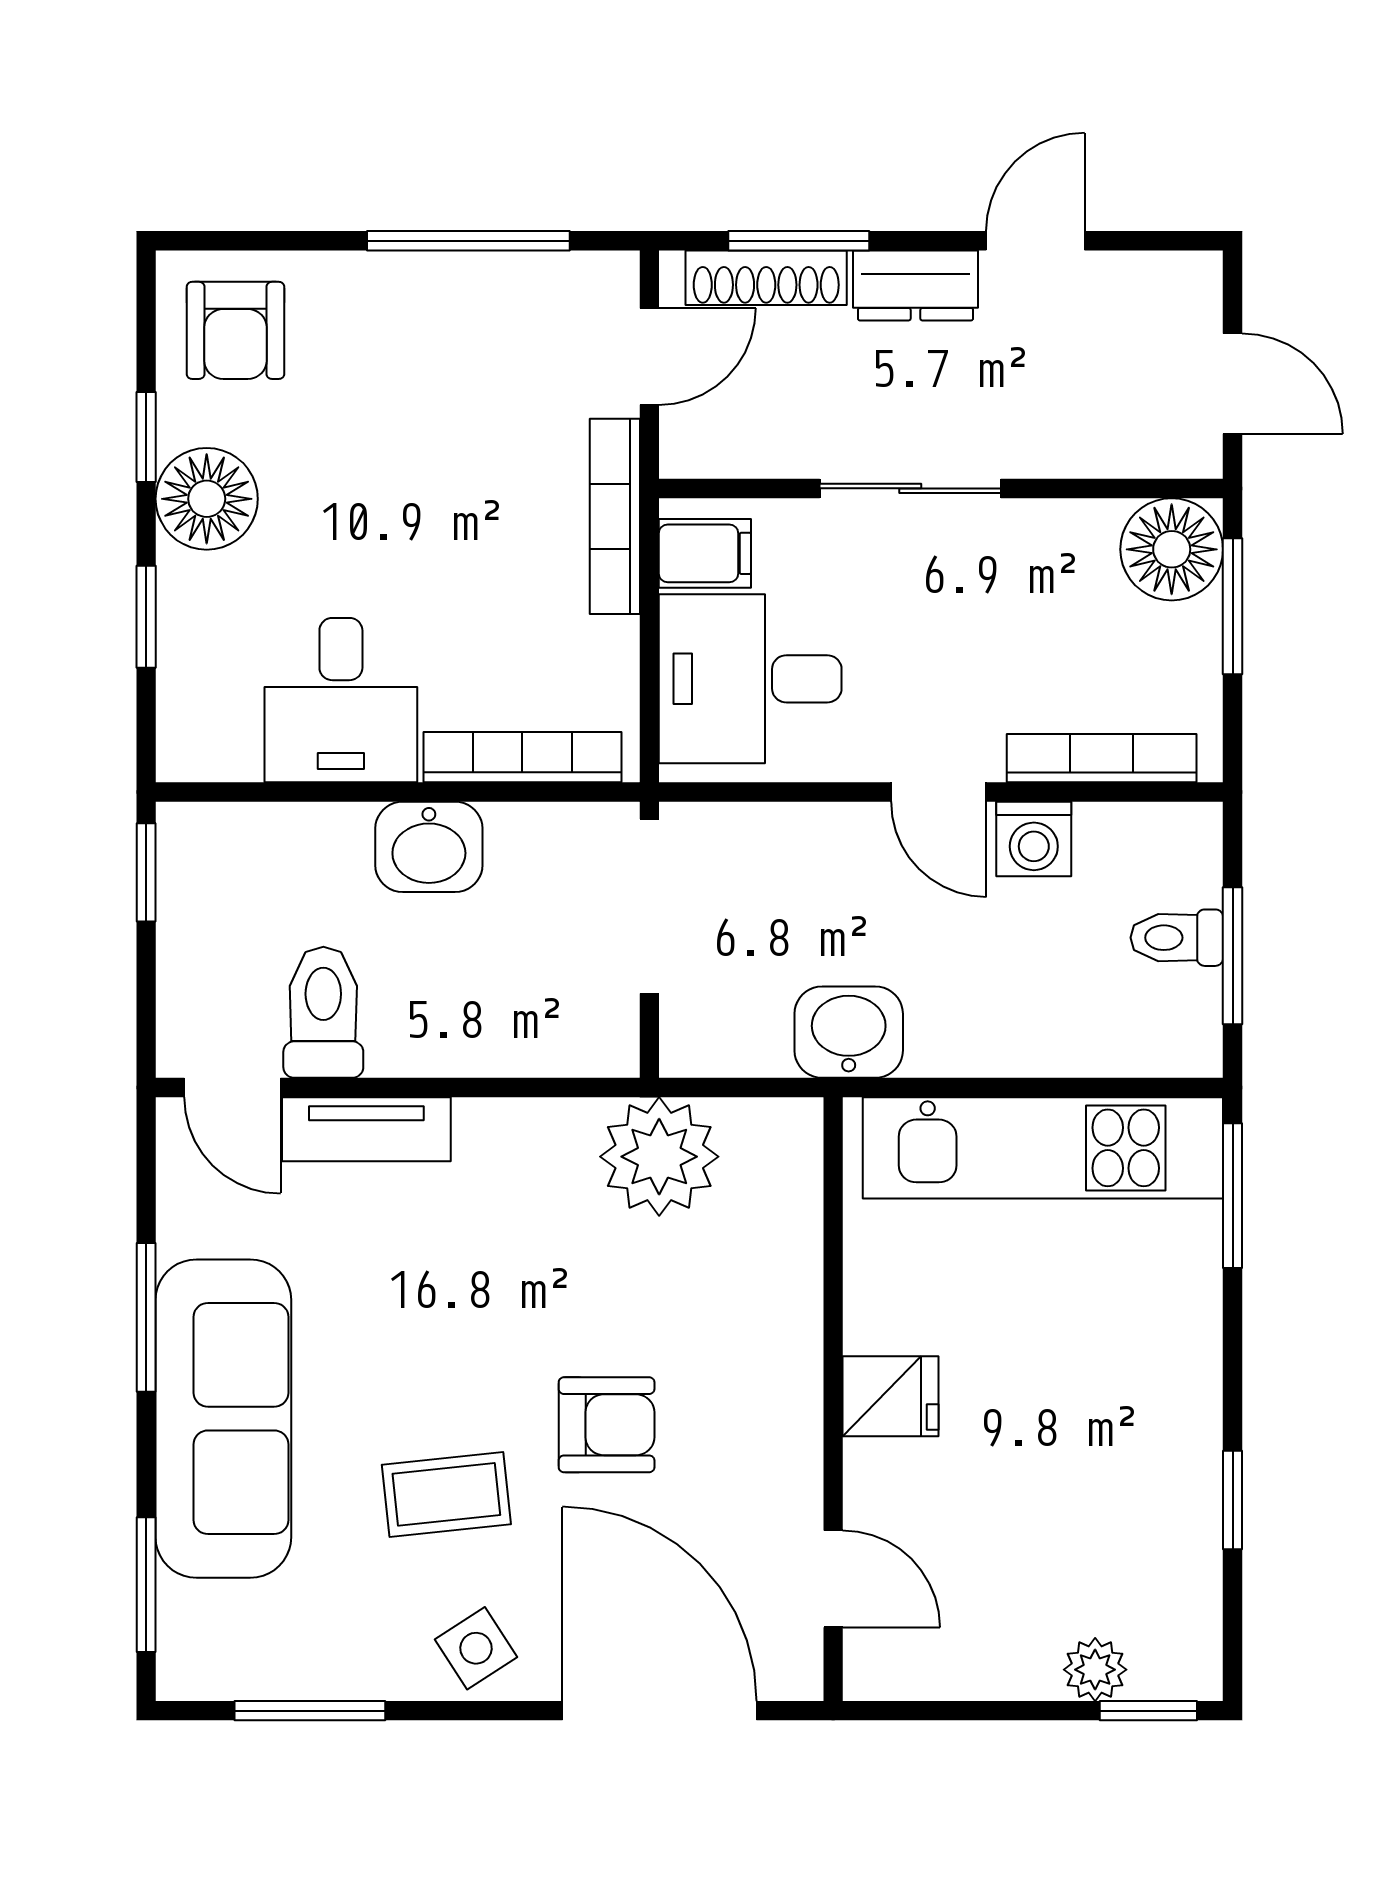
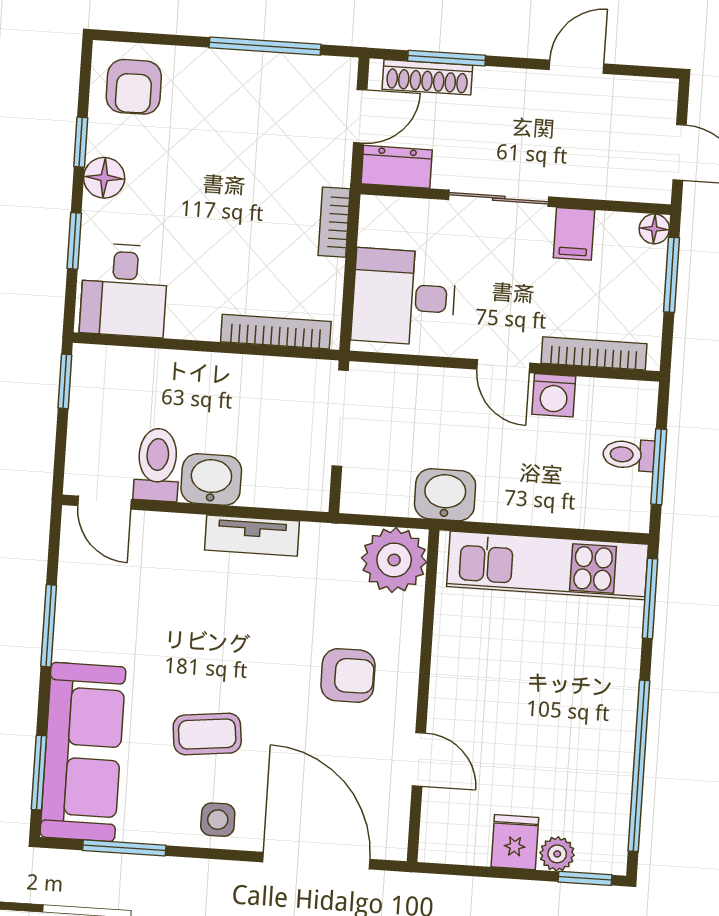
dresser: (915, 285) -> (397, 167), moved, turned 180
floor lamp: (207, 499) -> (104, 178), width x0.73, depth x0.73
bookcase: (615, 516) -> (334, 222), width x0.64
floor lamp: (1172, 549) -> (654, 229), width x0.53, depth x0.53
filing cabinet: (705, 553) -> (574, 234), moved, turned 90
desk: (341, 700) -> (124, 290), moved
washbasin: (429, 847) -> (211, 479), moved, turned 180
tv unit: (366, 1129) -> (252, 536), moved
plant: (659, 1157) -> (394, 560), moved
fridge: (891, 1396) -> (515, 842), moved, turned -90
sofa: (223, 1419) -> (83, 752), moved
armchair: (607, 1425) -> (348, 675), moved
window: (1233, 1500) -> (639, 766), width x3.17
door: (833, 1579) -> (419, 759), moved
side table: (476, 1648) -> (218, 820), turned 33

